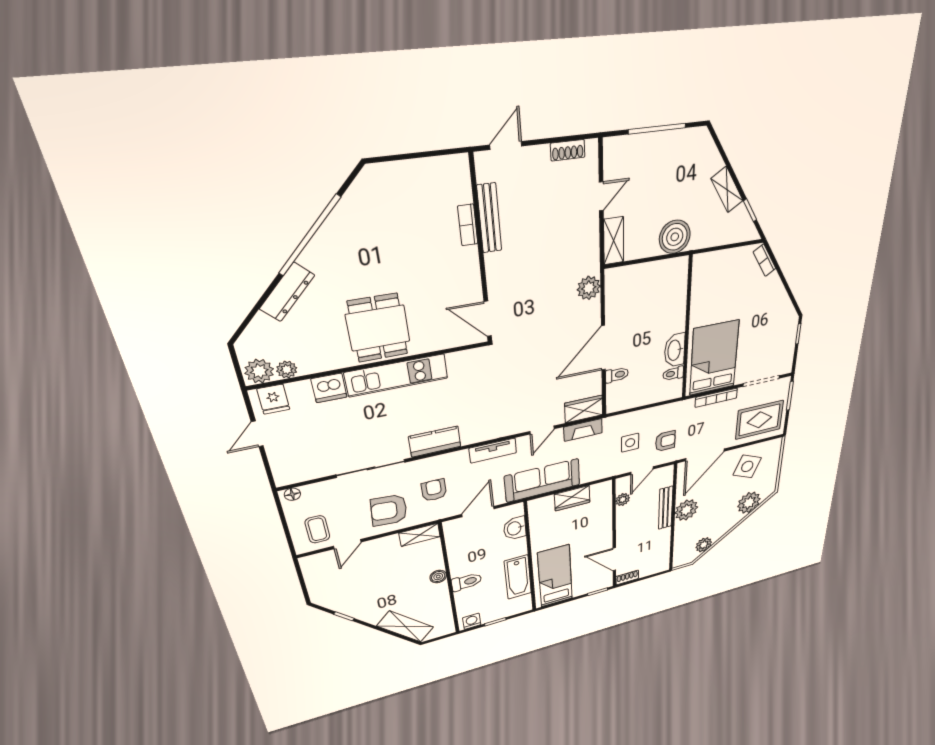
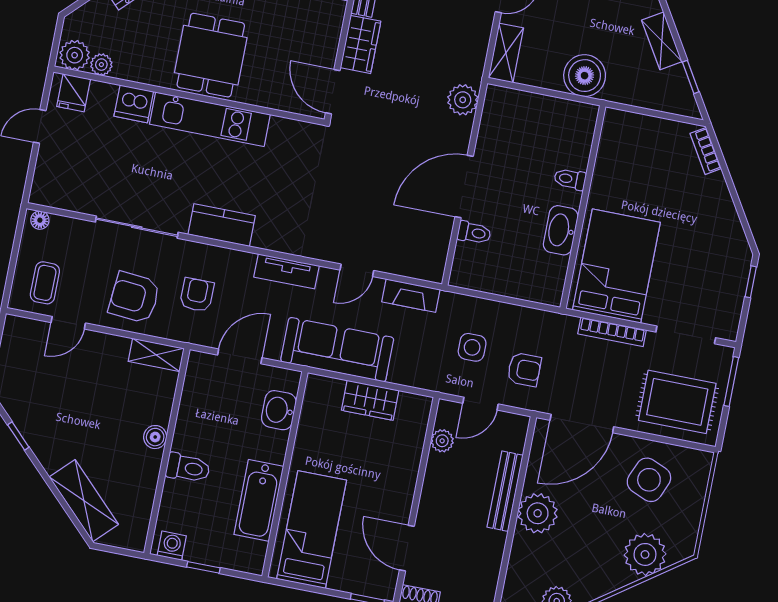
toilet: (673, 374) -> (570, 179), moved
wardrobe: (584, 409) -> (361, 44), moved, turned 90

